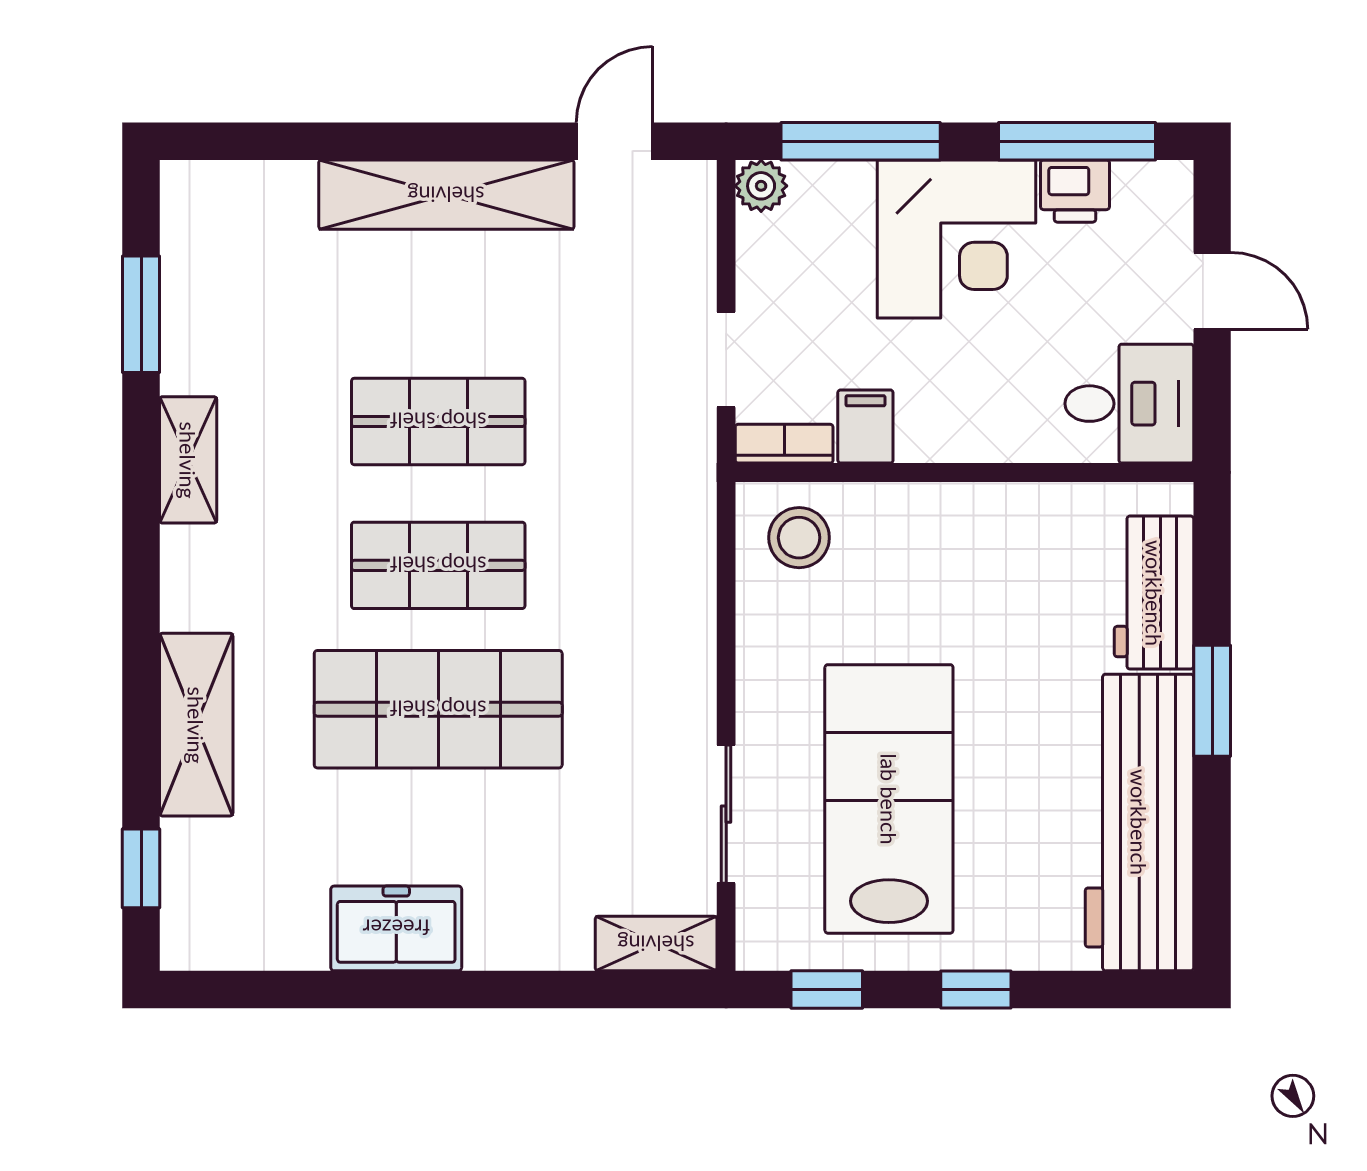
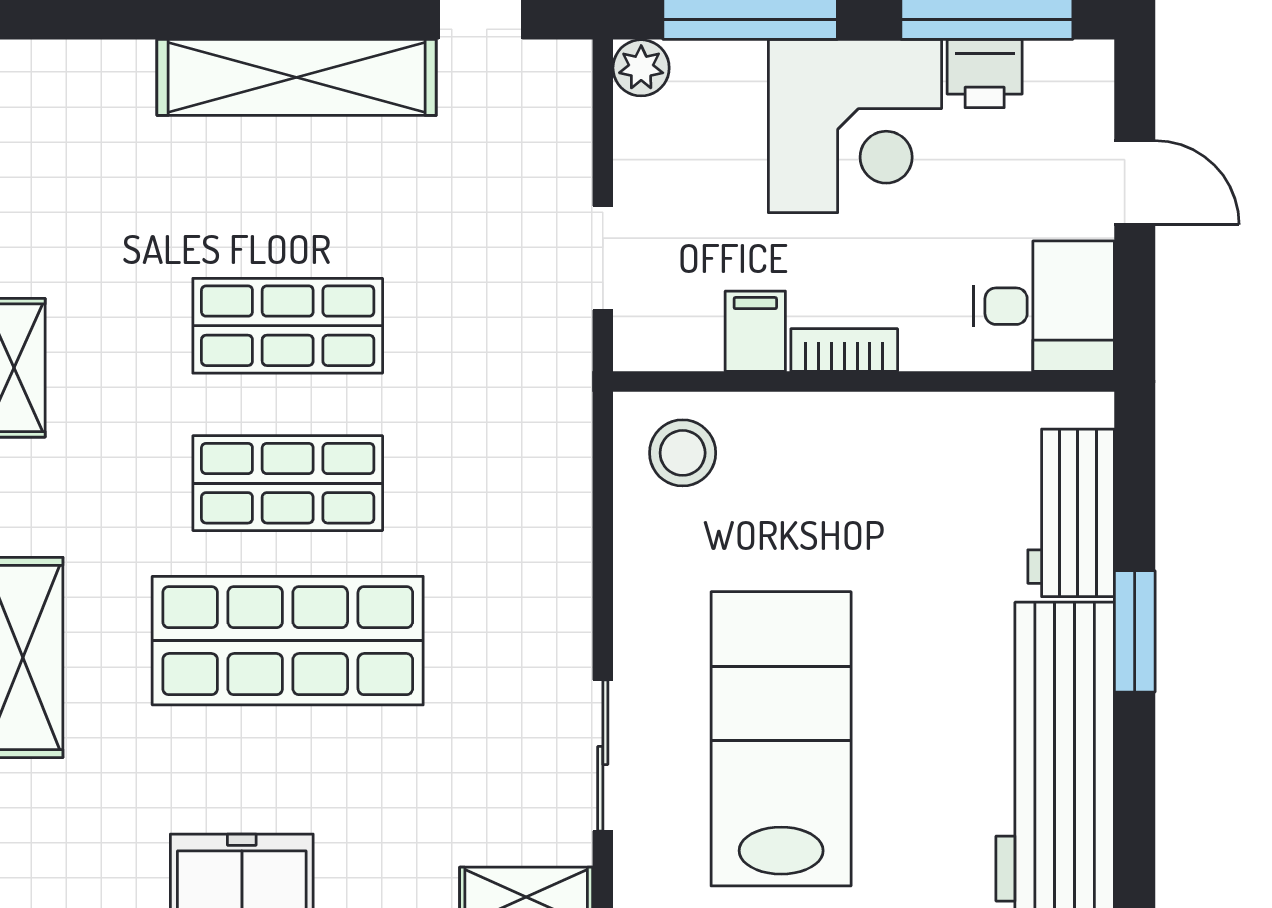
bookcase: (784, 444) -> (844, 350), moved

